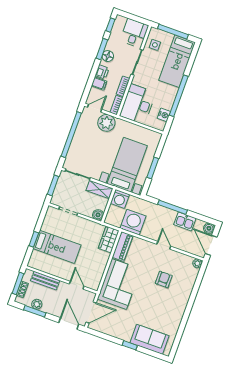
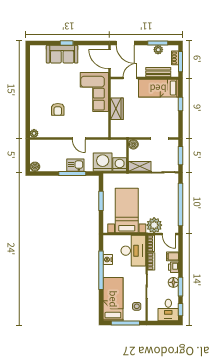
desk: (134, 33) -> (168, 310), moved
door: (95, 108) -> (169, 234), hinge flipped
nightstand: (164, 115) -> (108, 260), moved
bed with nightstands: (127, 165) -> (127, 211), moved, turned 180
kitchen sink: (185, 221) -> (75, 165), moved
washing machine: (133, 222) -> (103, 162), moved, turned 180
wardrobe: (109, 239) -> (117, 109), moved
door: (164, 245) -> (79, 138), moved
door: (211, 245) -> (28, 153), removed
piano: (123, 246) -> (103, 125), removed
bed: (57, 247) -> (158, 88), moved
door: (77, 285) -> (130, 78), swing flipped
door: (91, 312) -> (109, 59), hinge flipped
sofa: (150, 339) -> (62, 54), moved

